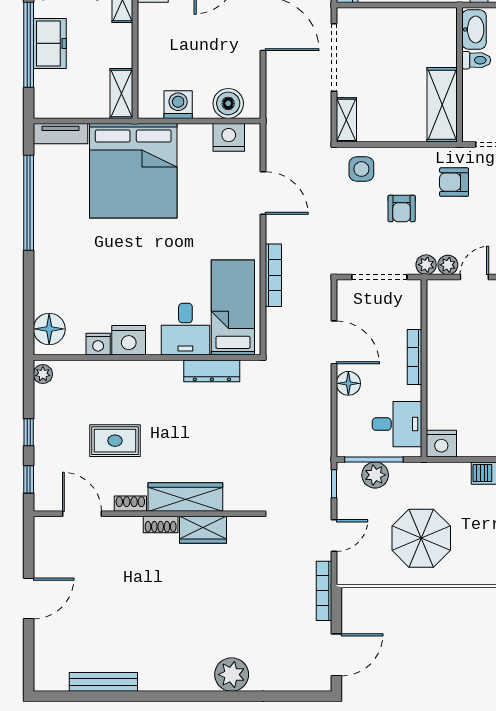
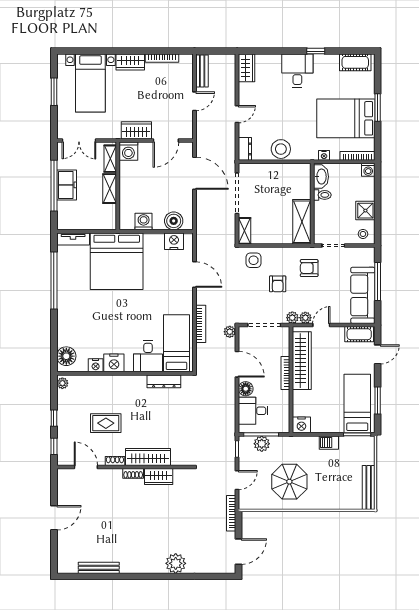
shelving: (121, 93) -> (110, 189), moved
plant: (322, 288) -> (230, 332), added
wardrobe: (442, 336) -> (302, 361), added
desk: (397, 424) -> (253, 411), moved, turned 180

